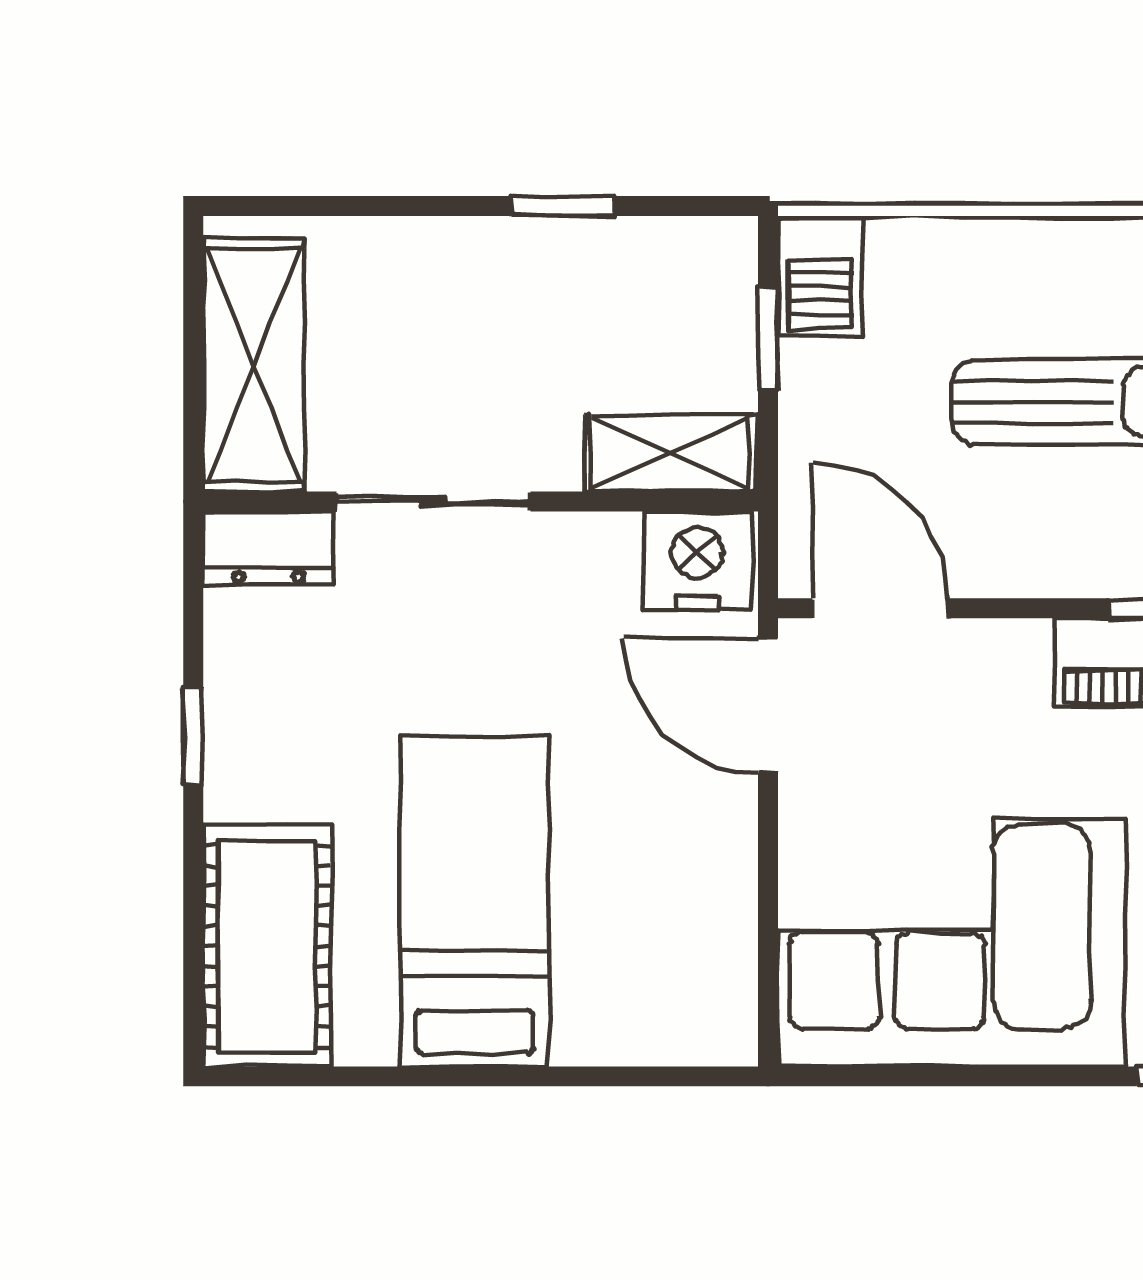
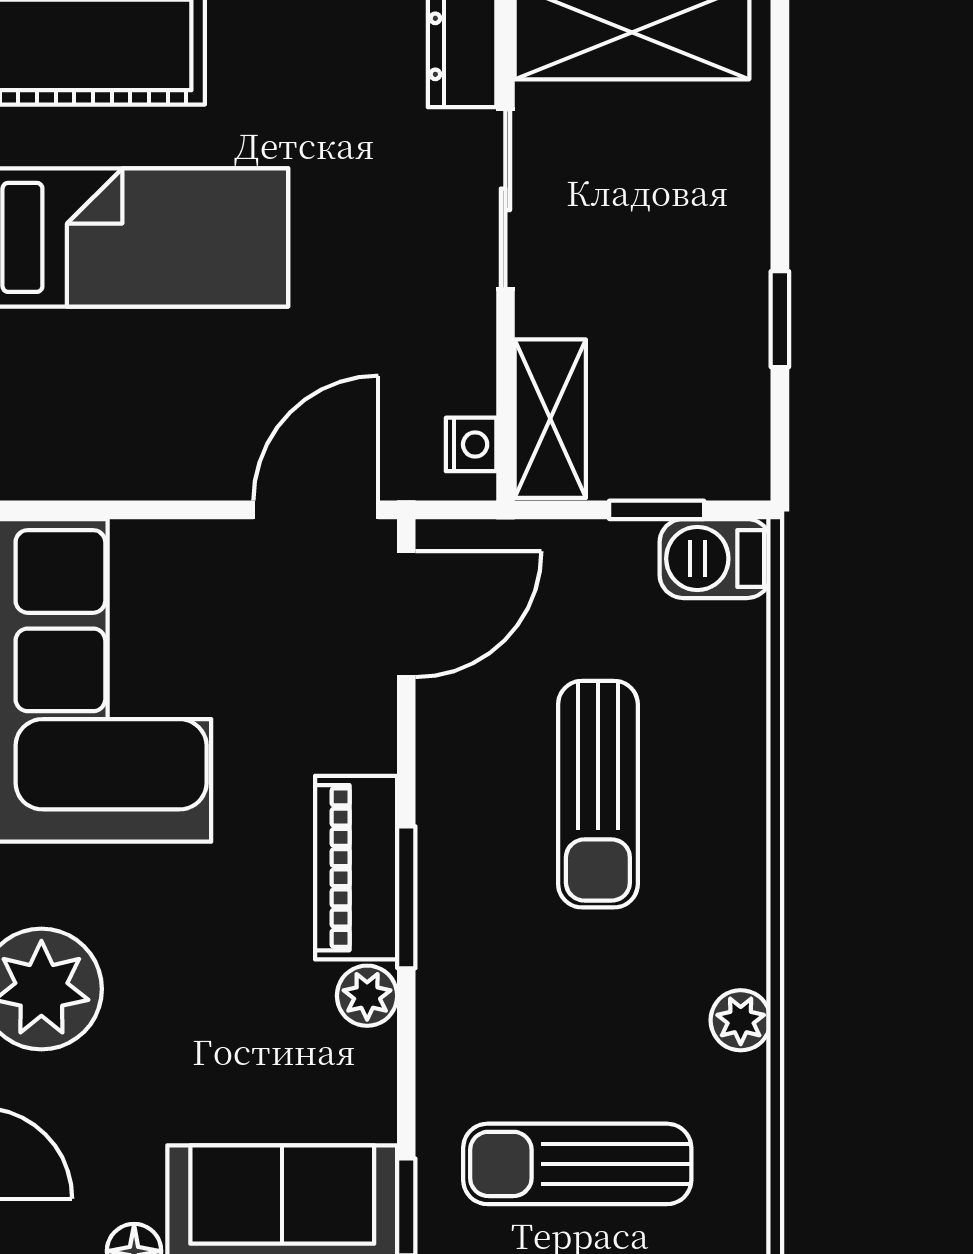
nightstand: (697, 560) -> (471, 444), width x0.53, depth x0.56

